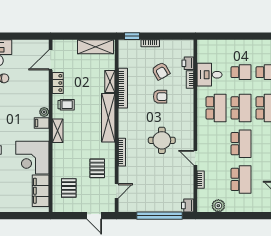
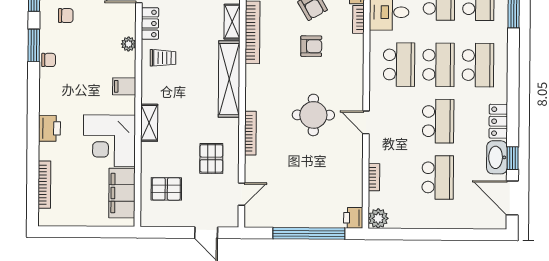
plant: (44, 112) -> (129, 44), moved
shelving: (58, 131) -> (149, 123), moved
door: (195, 158) -> (366, 122), moved
pallet: (69, 188) -> (166, 189), turned 90
plant: (218, 206) -> (378, 218), moved

